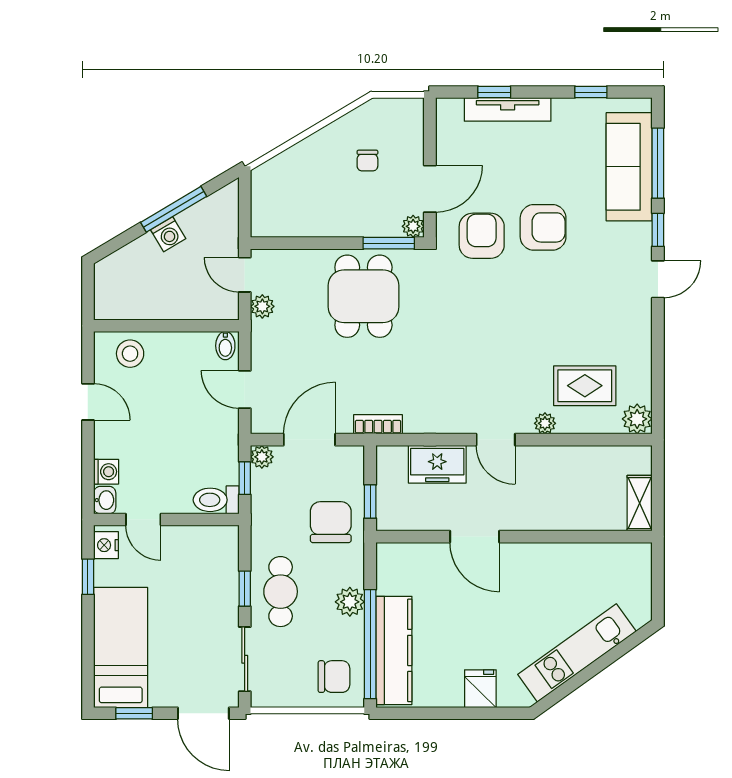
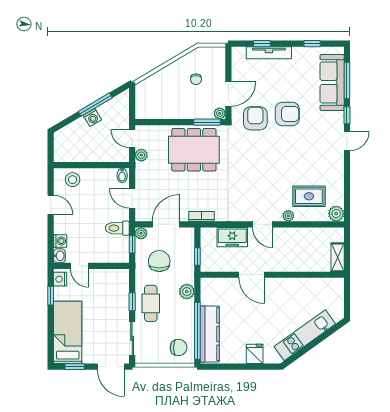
dining table: (363, 296) -> (194, 150), width x1.37
toilet: (216, 500) -> (117, 228), moved
chair: (331, 522) -> (159, 261), moved
plant: (350, 602) -> (187, 292), moved

